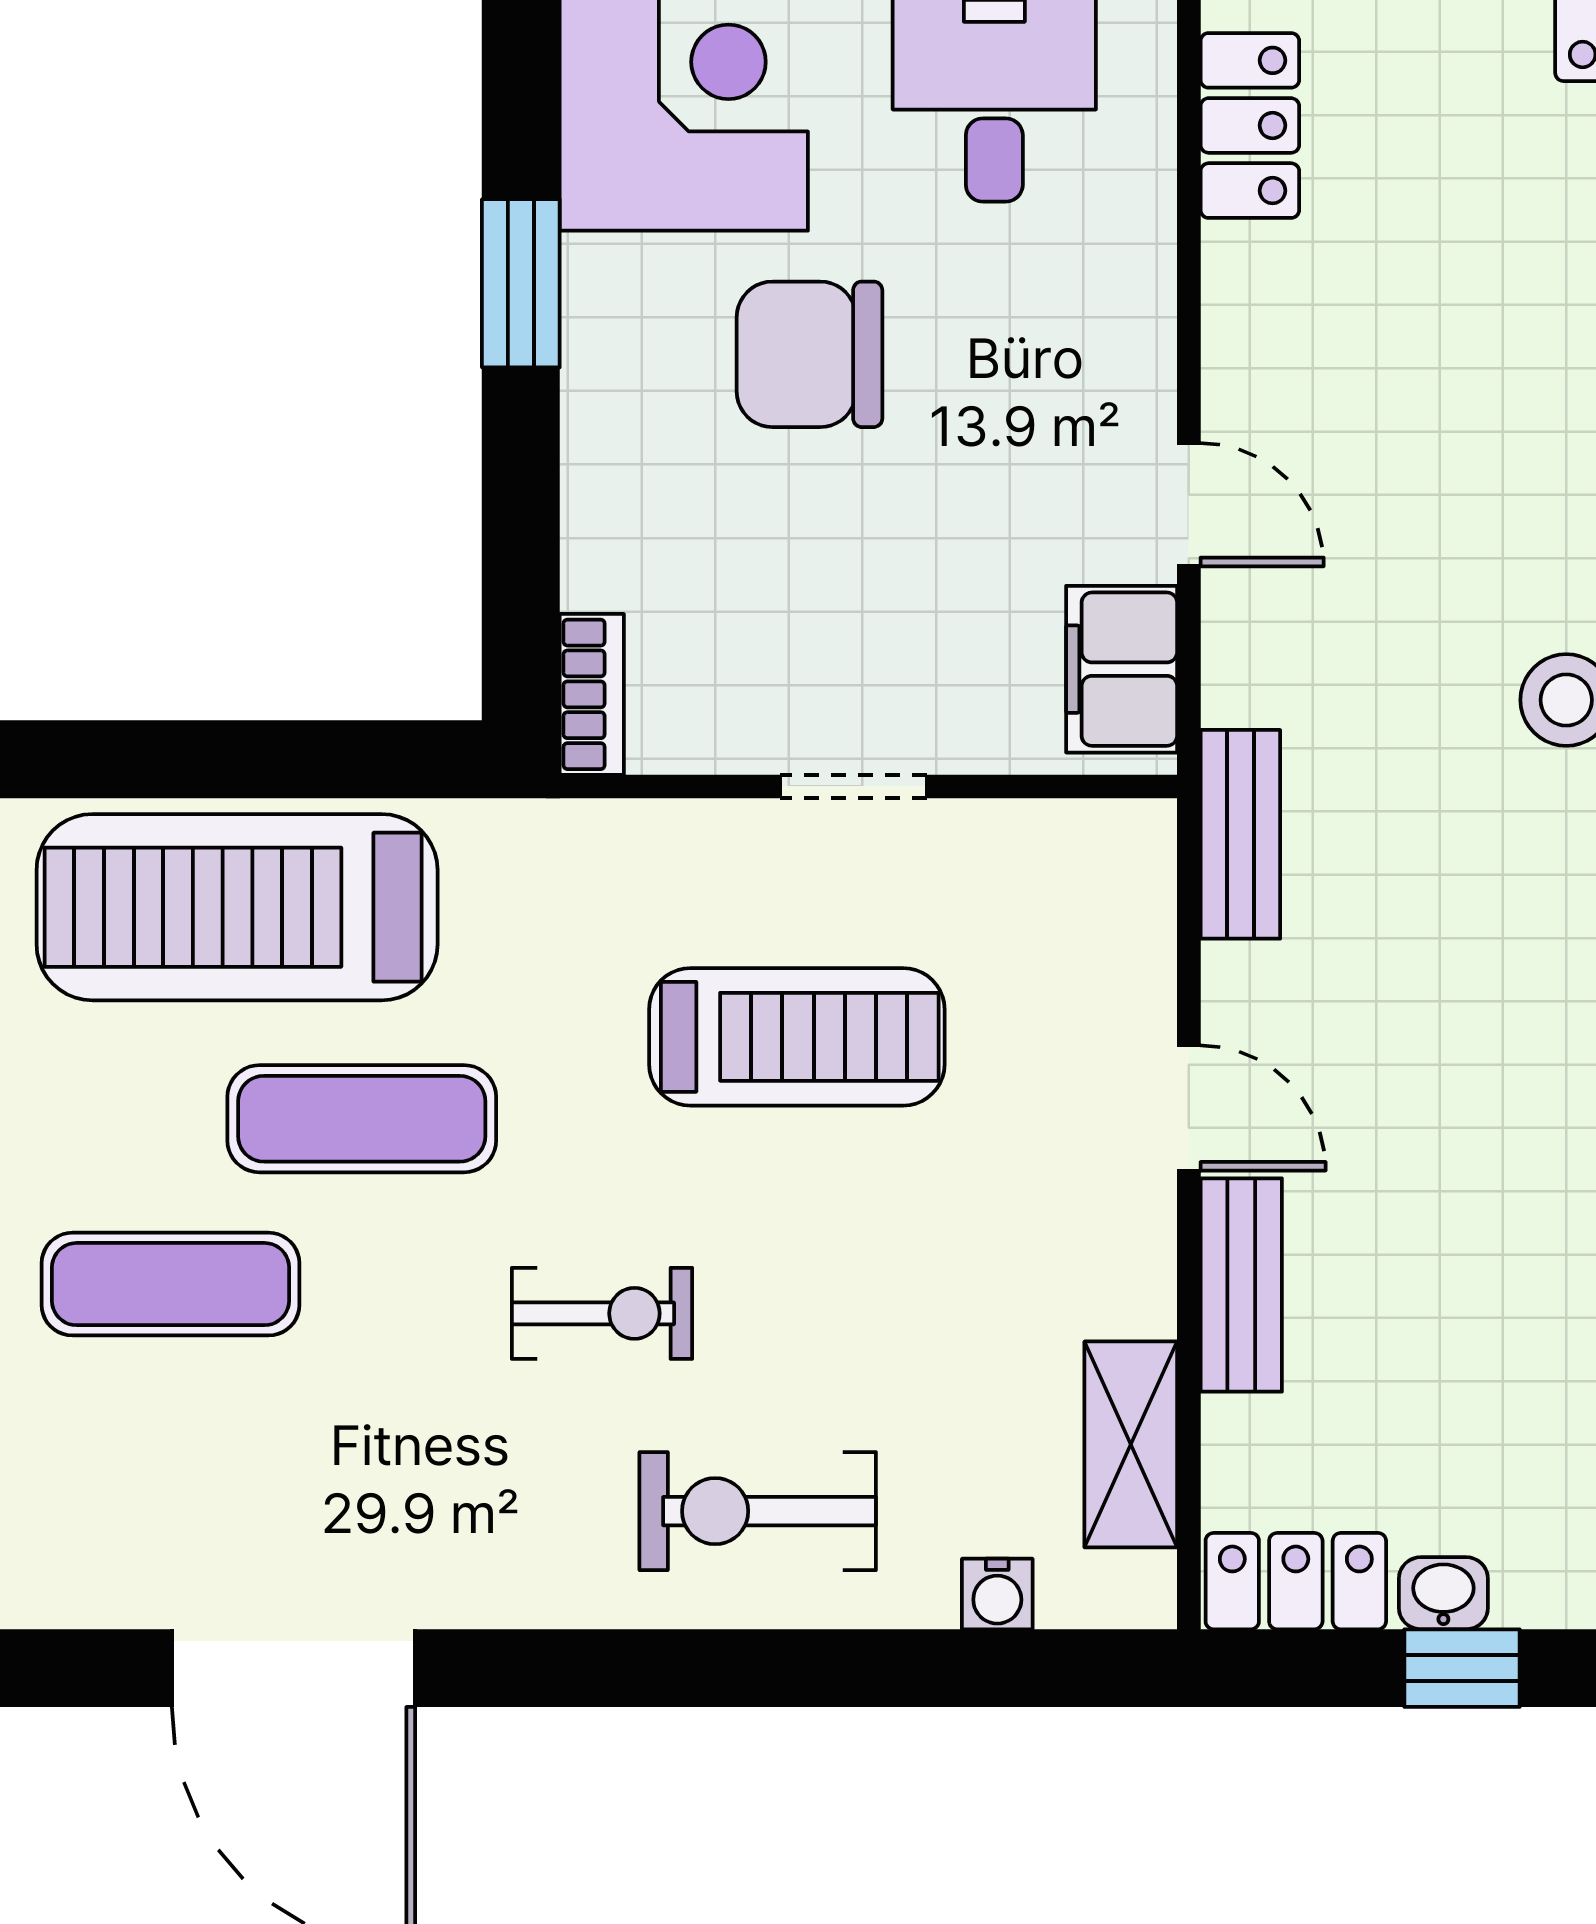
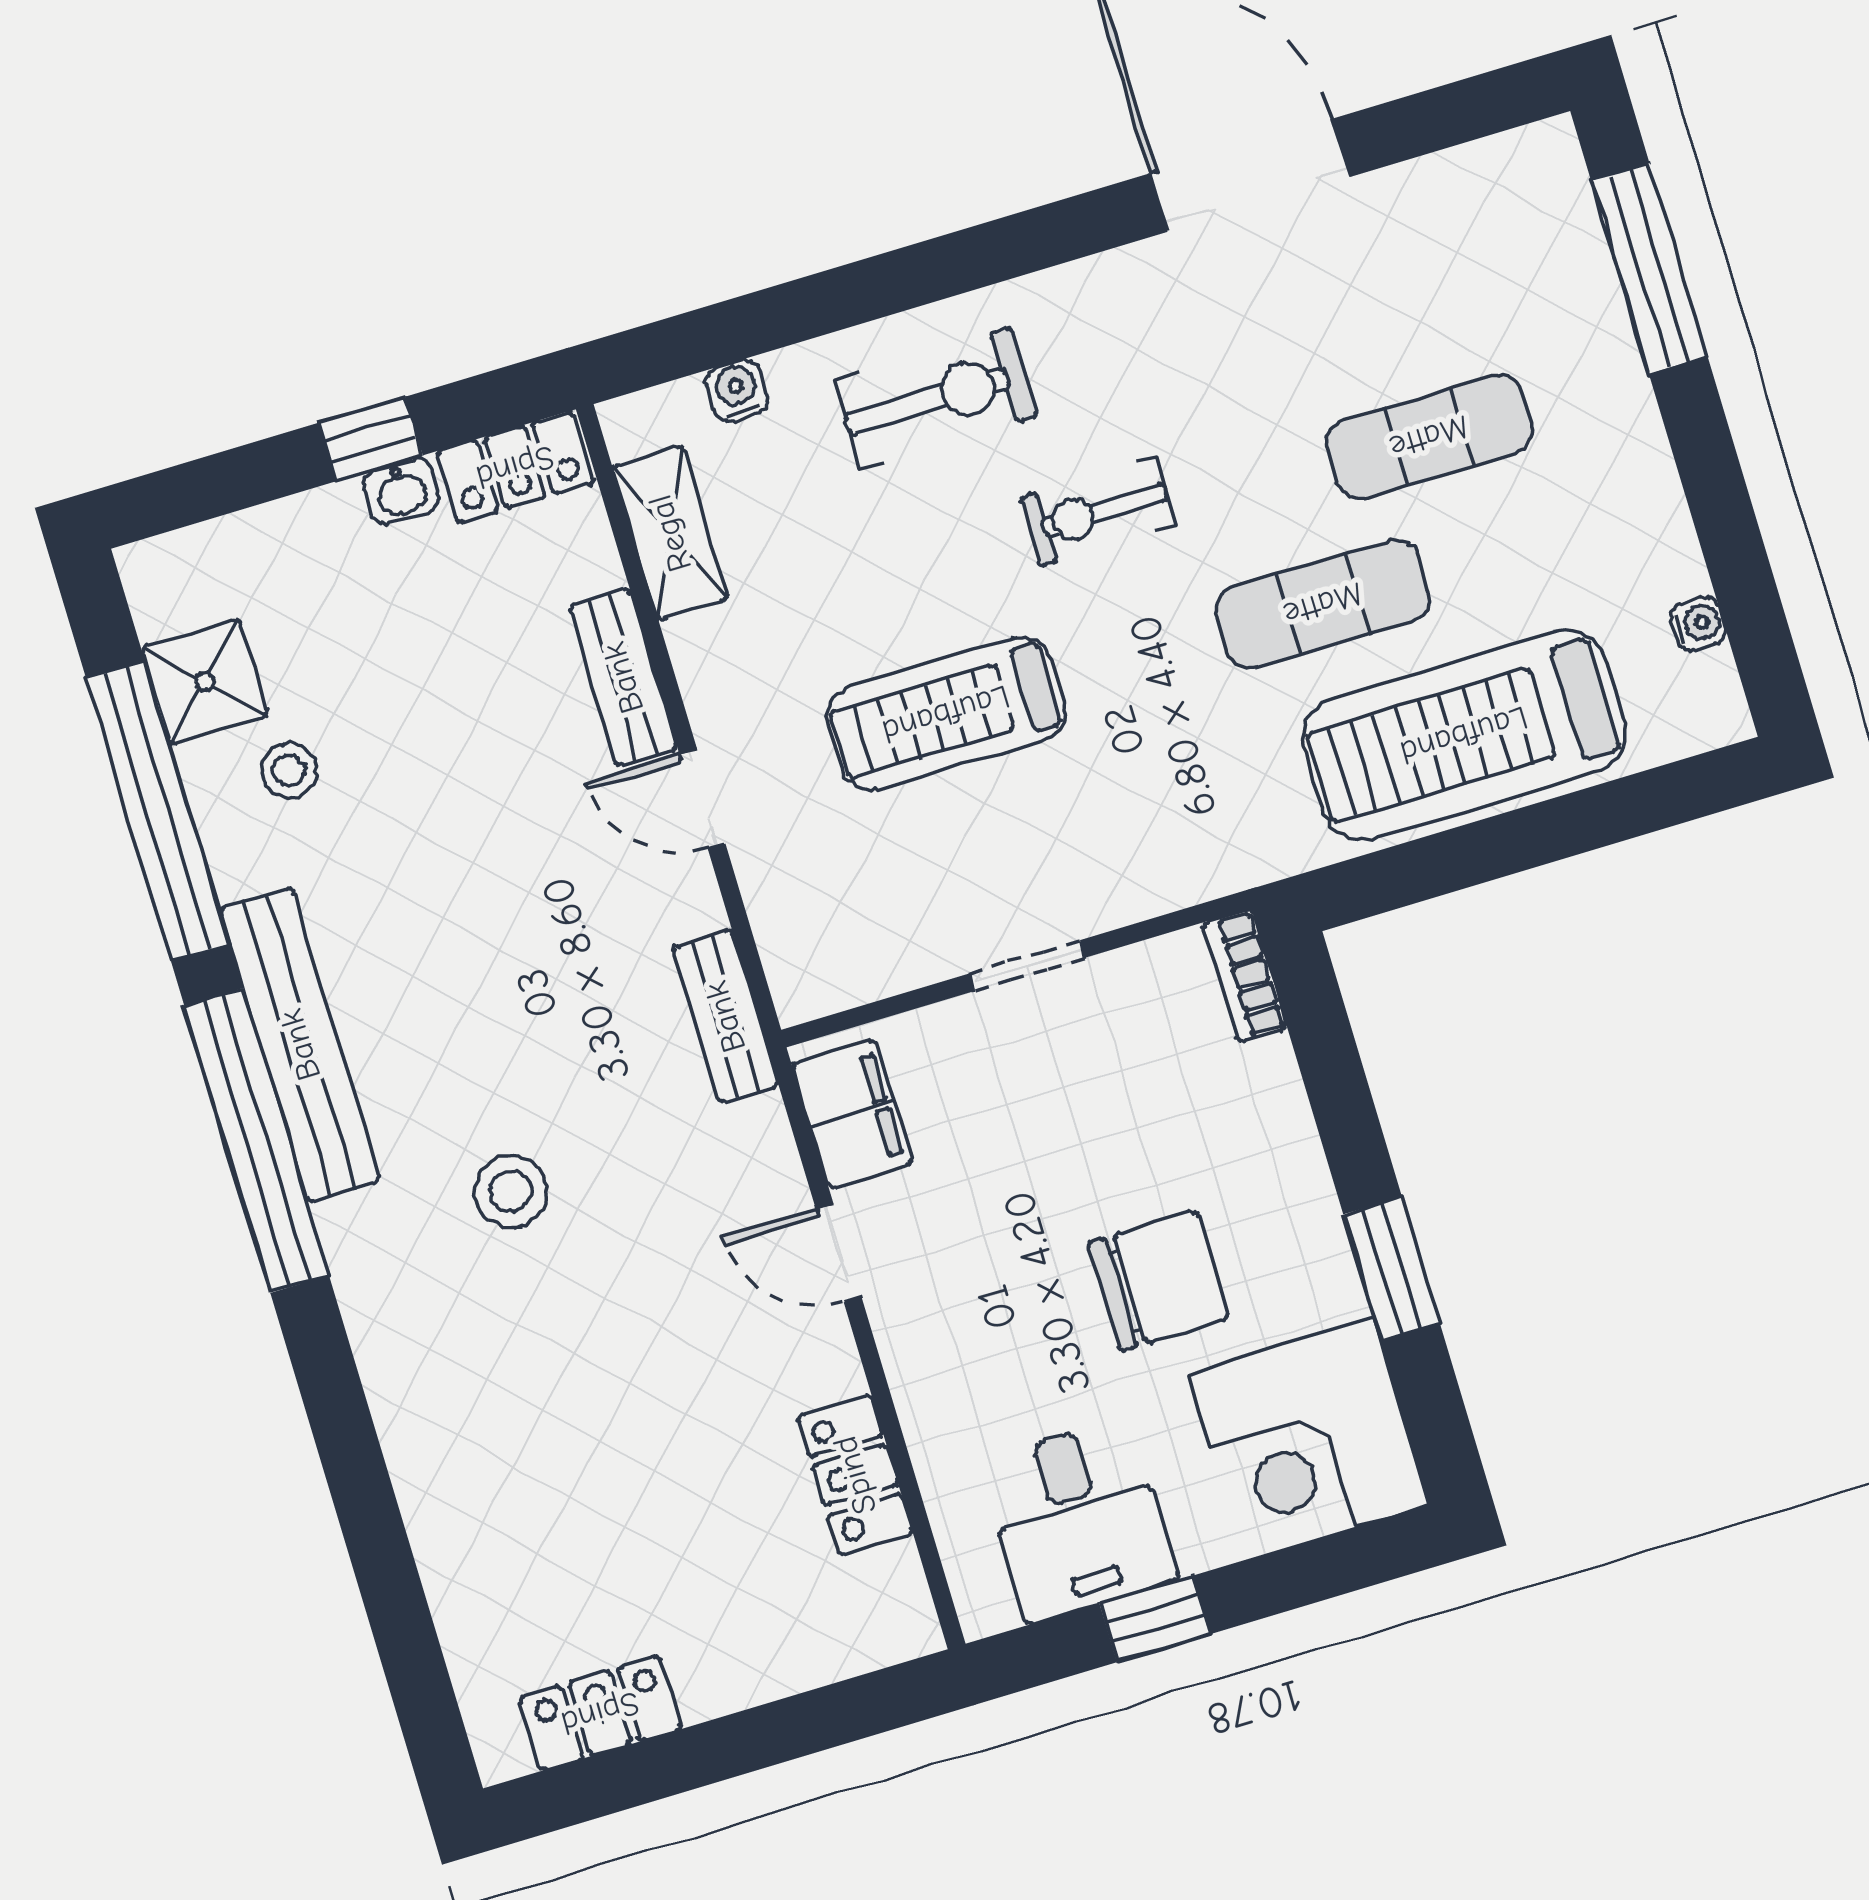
locker: (1250, 125) -> (855, 1475), moved
treadmill: (237, 907) -> (1464, 735), turned 180
treadmill: (797, 1037) -> (946, 714), moved

